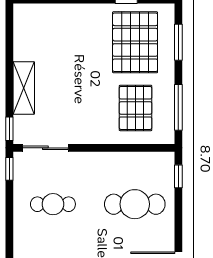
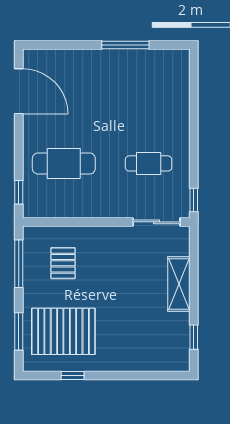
pallet: (135, 42) -> (63, 331), turned 90
pallet: (136, 108) -> (63, 263), width x0.67, depth x0.71
window: (9, 129) -> (194, 337), moved

